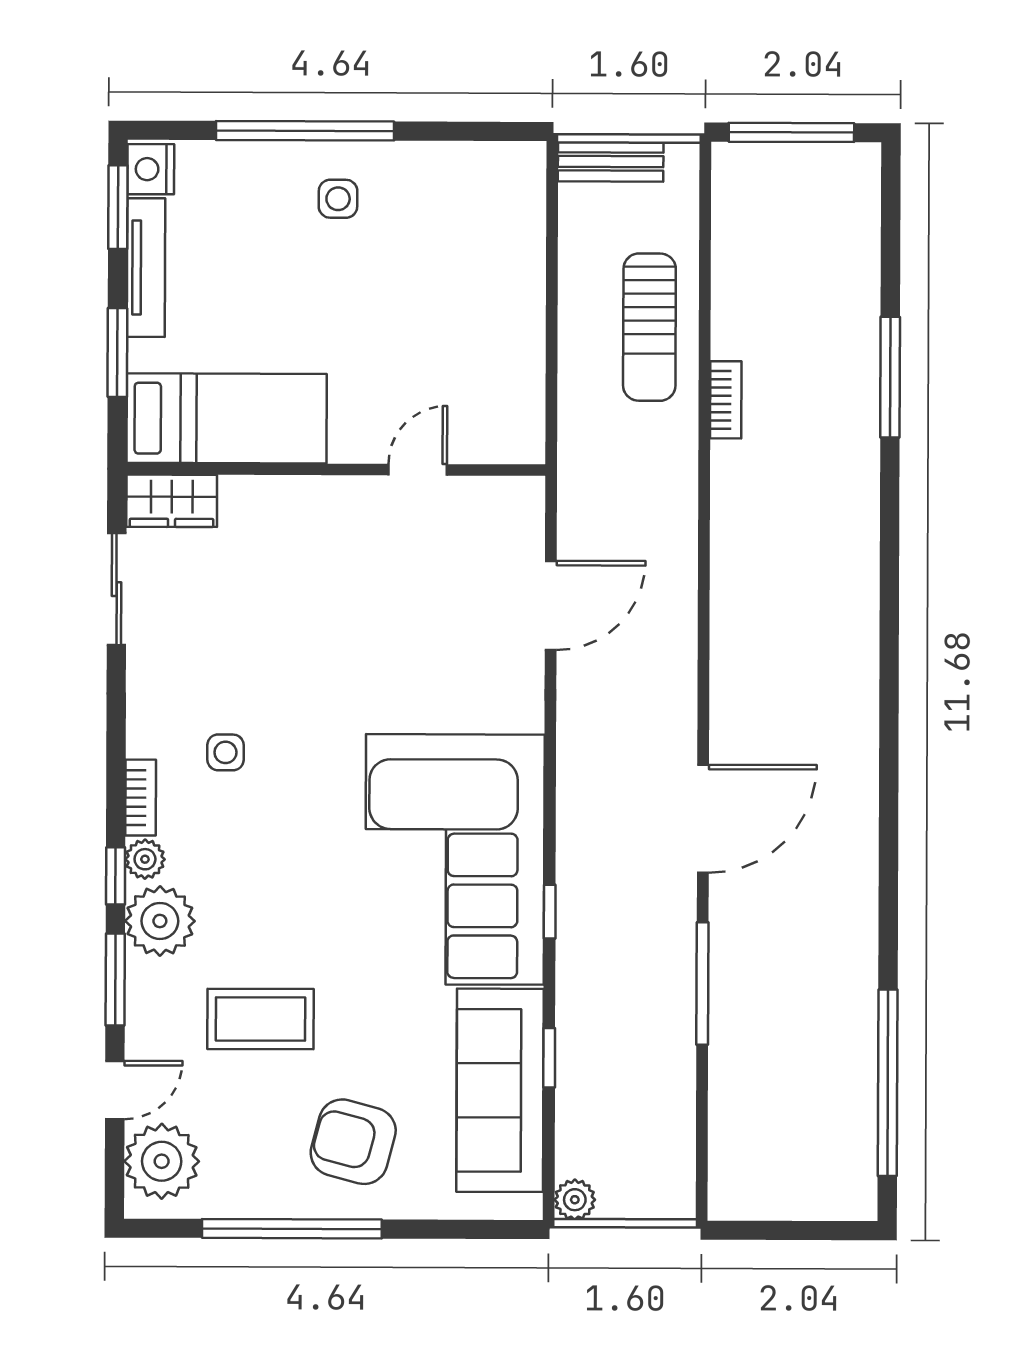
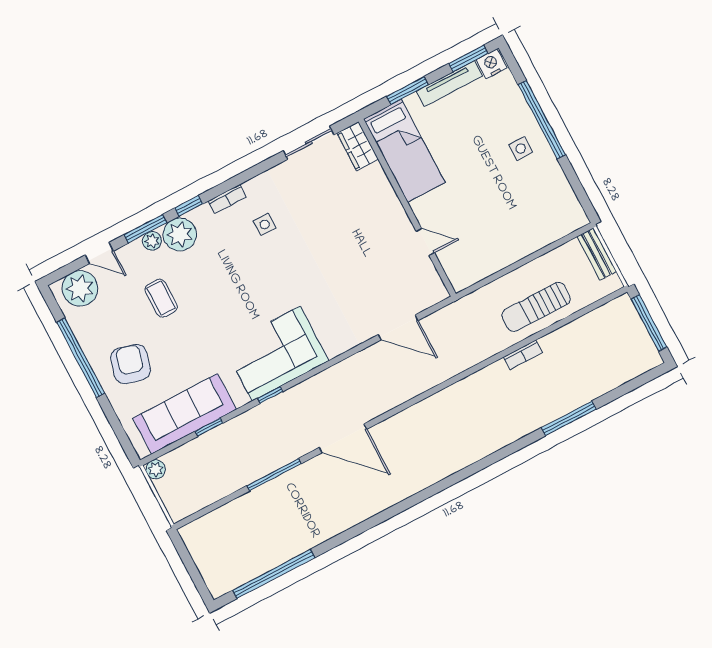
plant: (145, 859) -> (152, 241), moved
corner sofa: (455, 859) -> (276, 354), width x0.73, depth x0.74
coffee table: (261, 1019) -> (161, 298), width x0.73, depth x0.77

